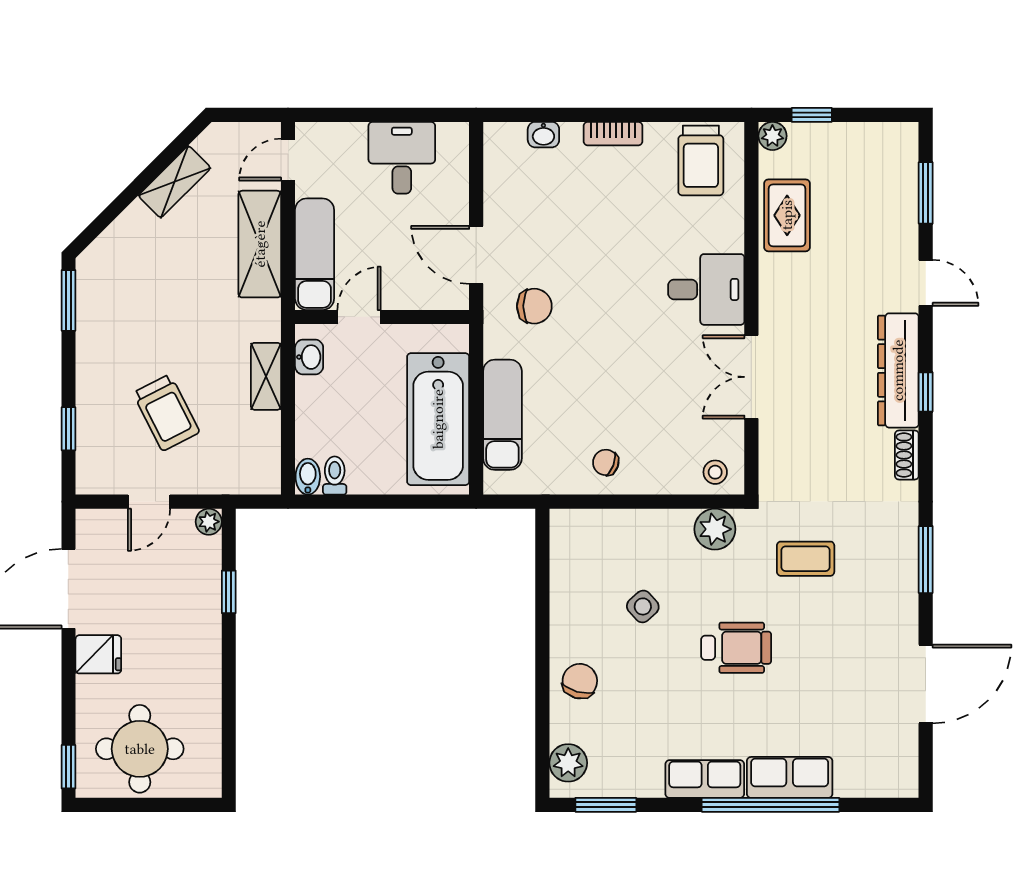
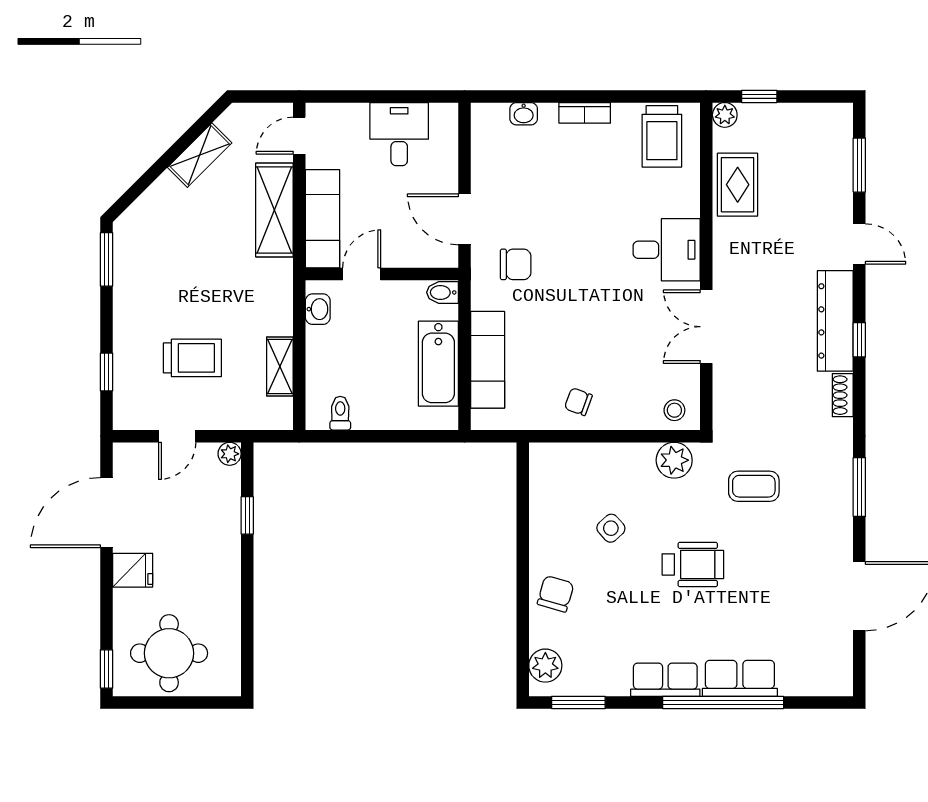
shelving: (266, 376) -> (280, 367), moved
trolley: (166, 413) -> (192, 358), turned -63
bathtub: (438, 419) -> (438, 364), width x0.73, depth x0.73
bidet: (308, 477) -> (443, 292), moved, turned -90

